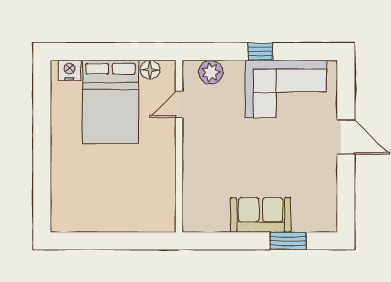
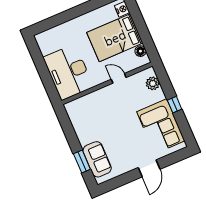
door: (179, 105) -> (119, 78), moved
desk: (134, 201) -> (68, 72), added
sofa: (261, 215) -> (97, 159), moved

